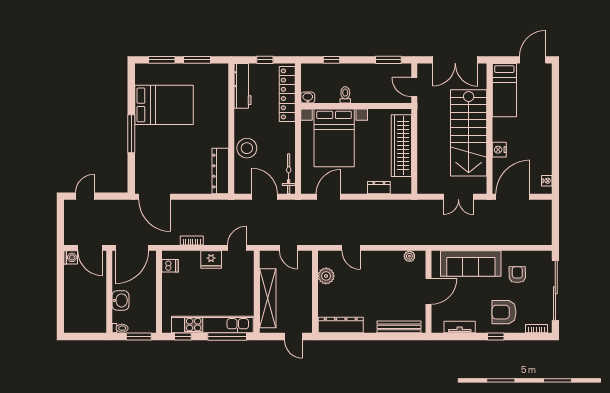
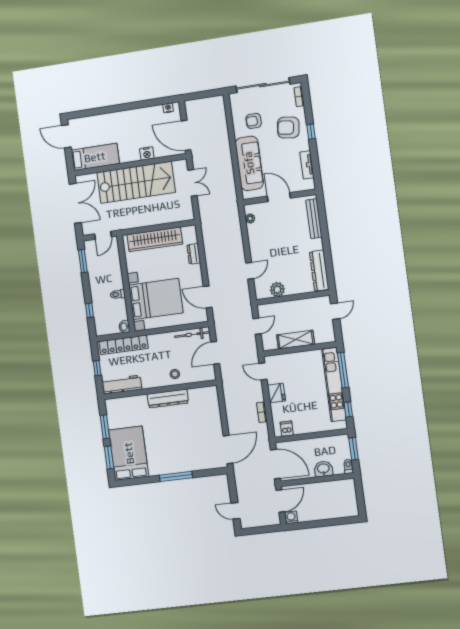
bed: (164, 105) -> (129, 453), moved
stool: (247, 148) -> (175, 374), width x0.53, depth x0.53
dresser: (220, 171) -> (168, 398), moved
shelving: (268, 298) -> (296, 340), width x0.68
armchair: (504, 312) -> (288, 128), turned 97

